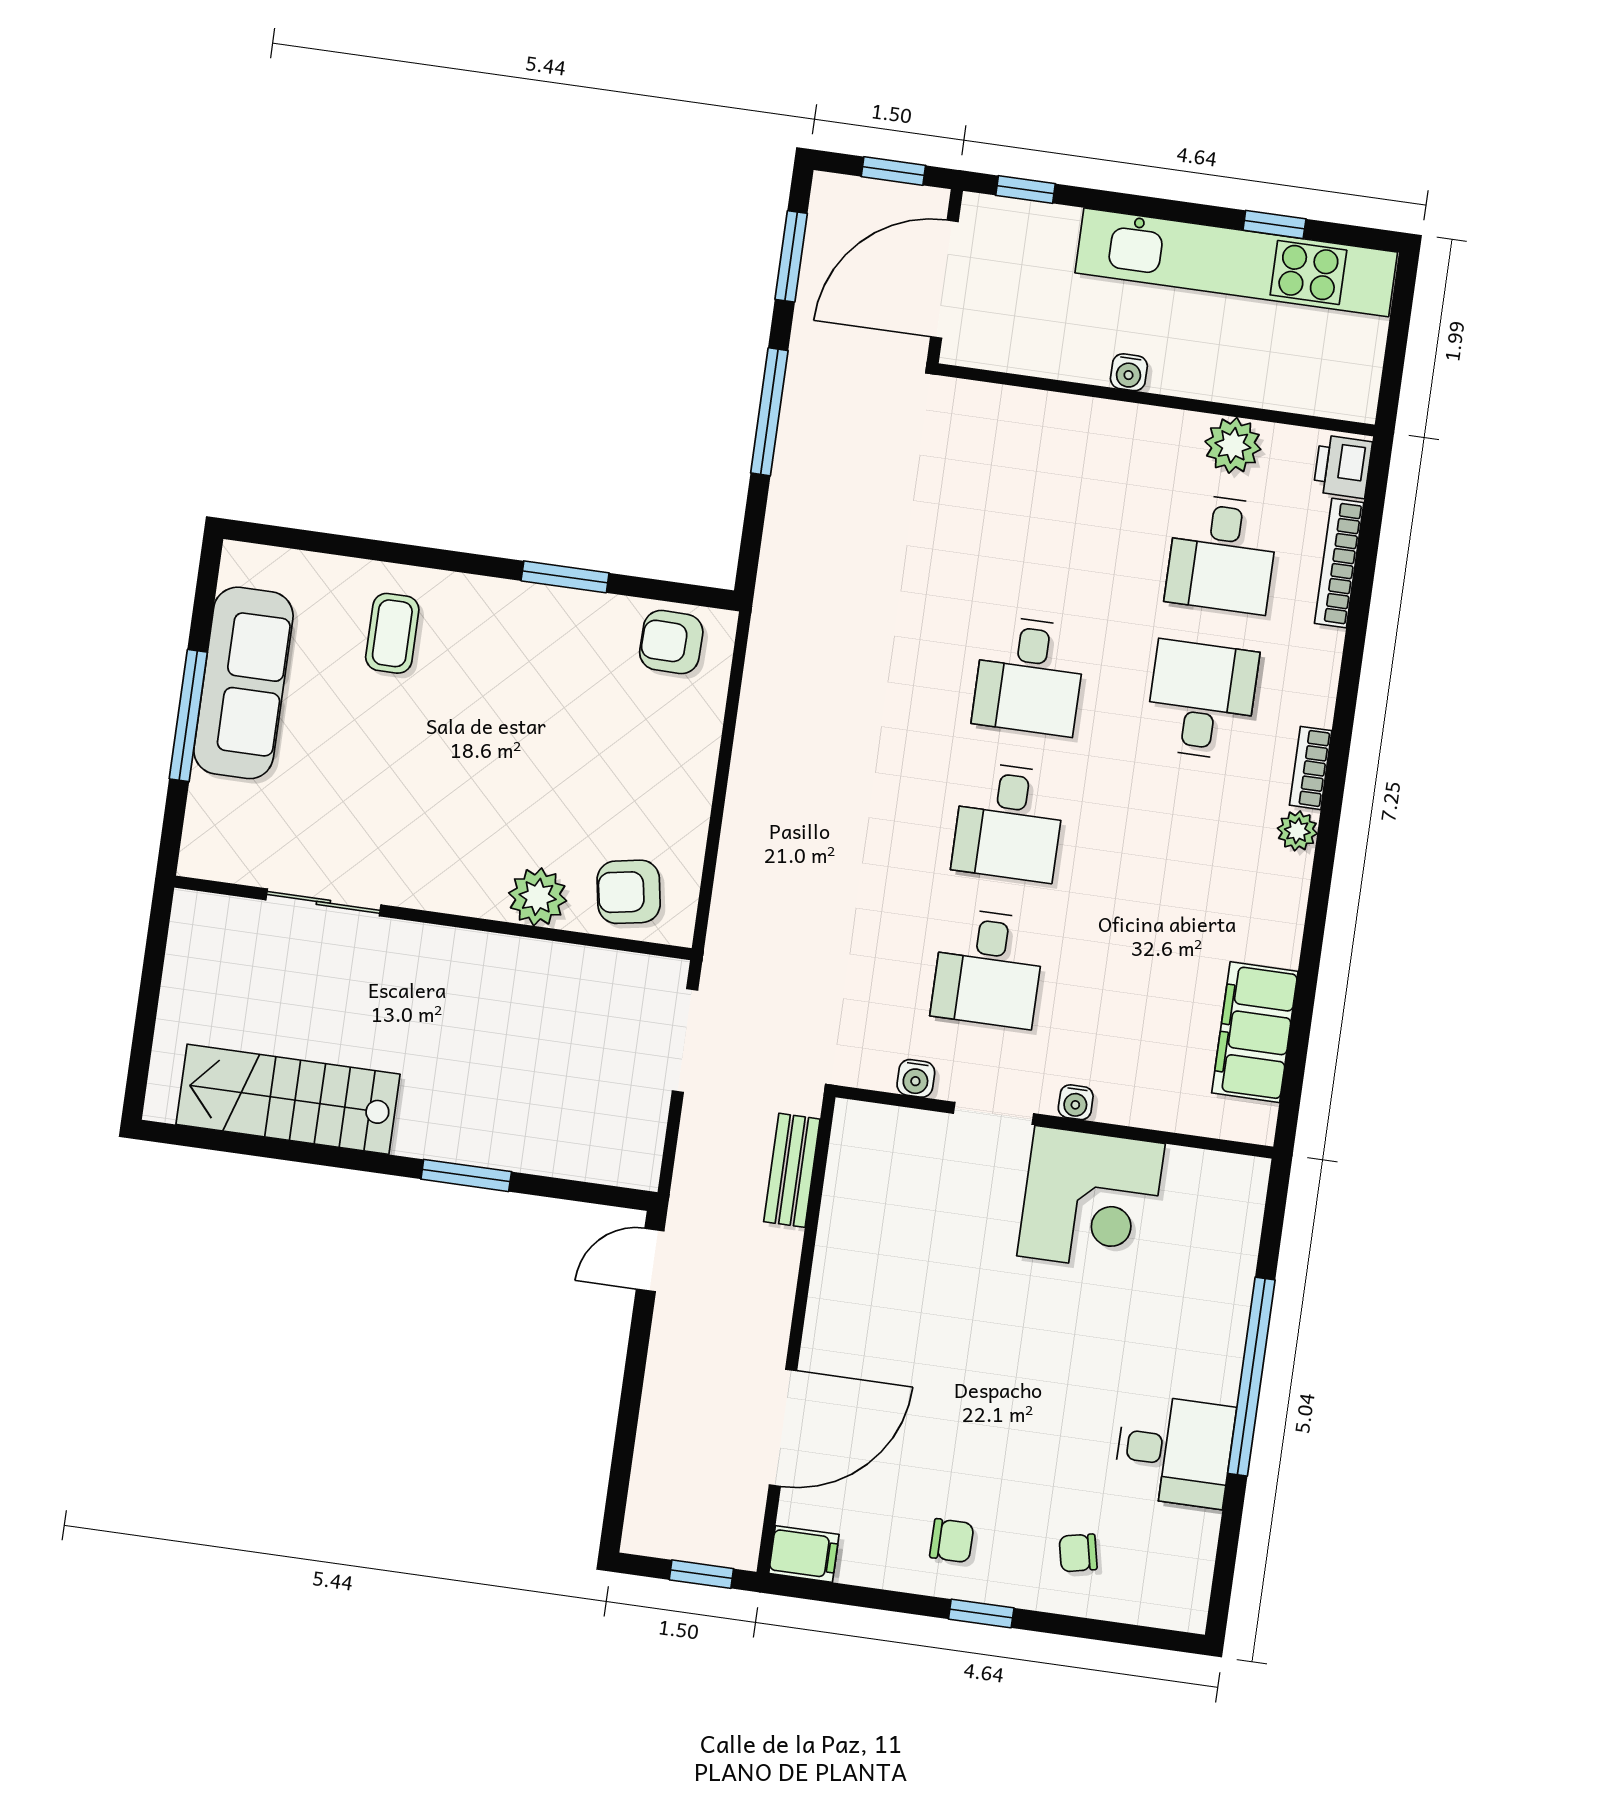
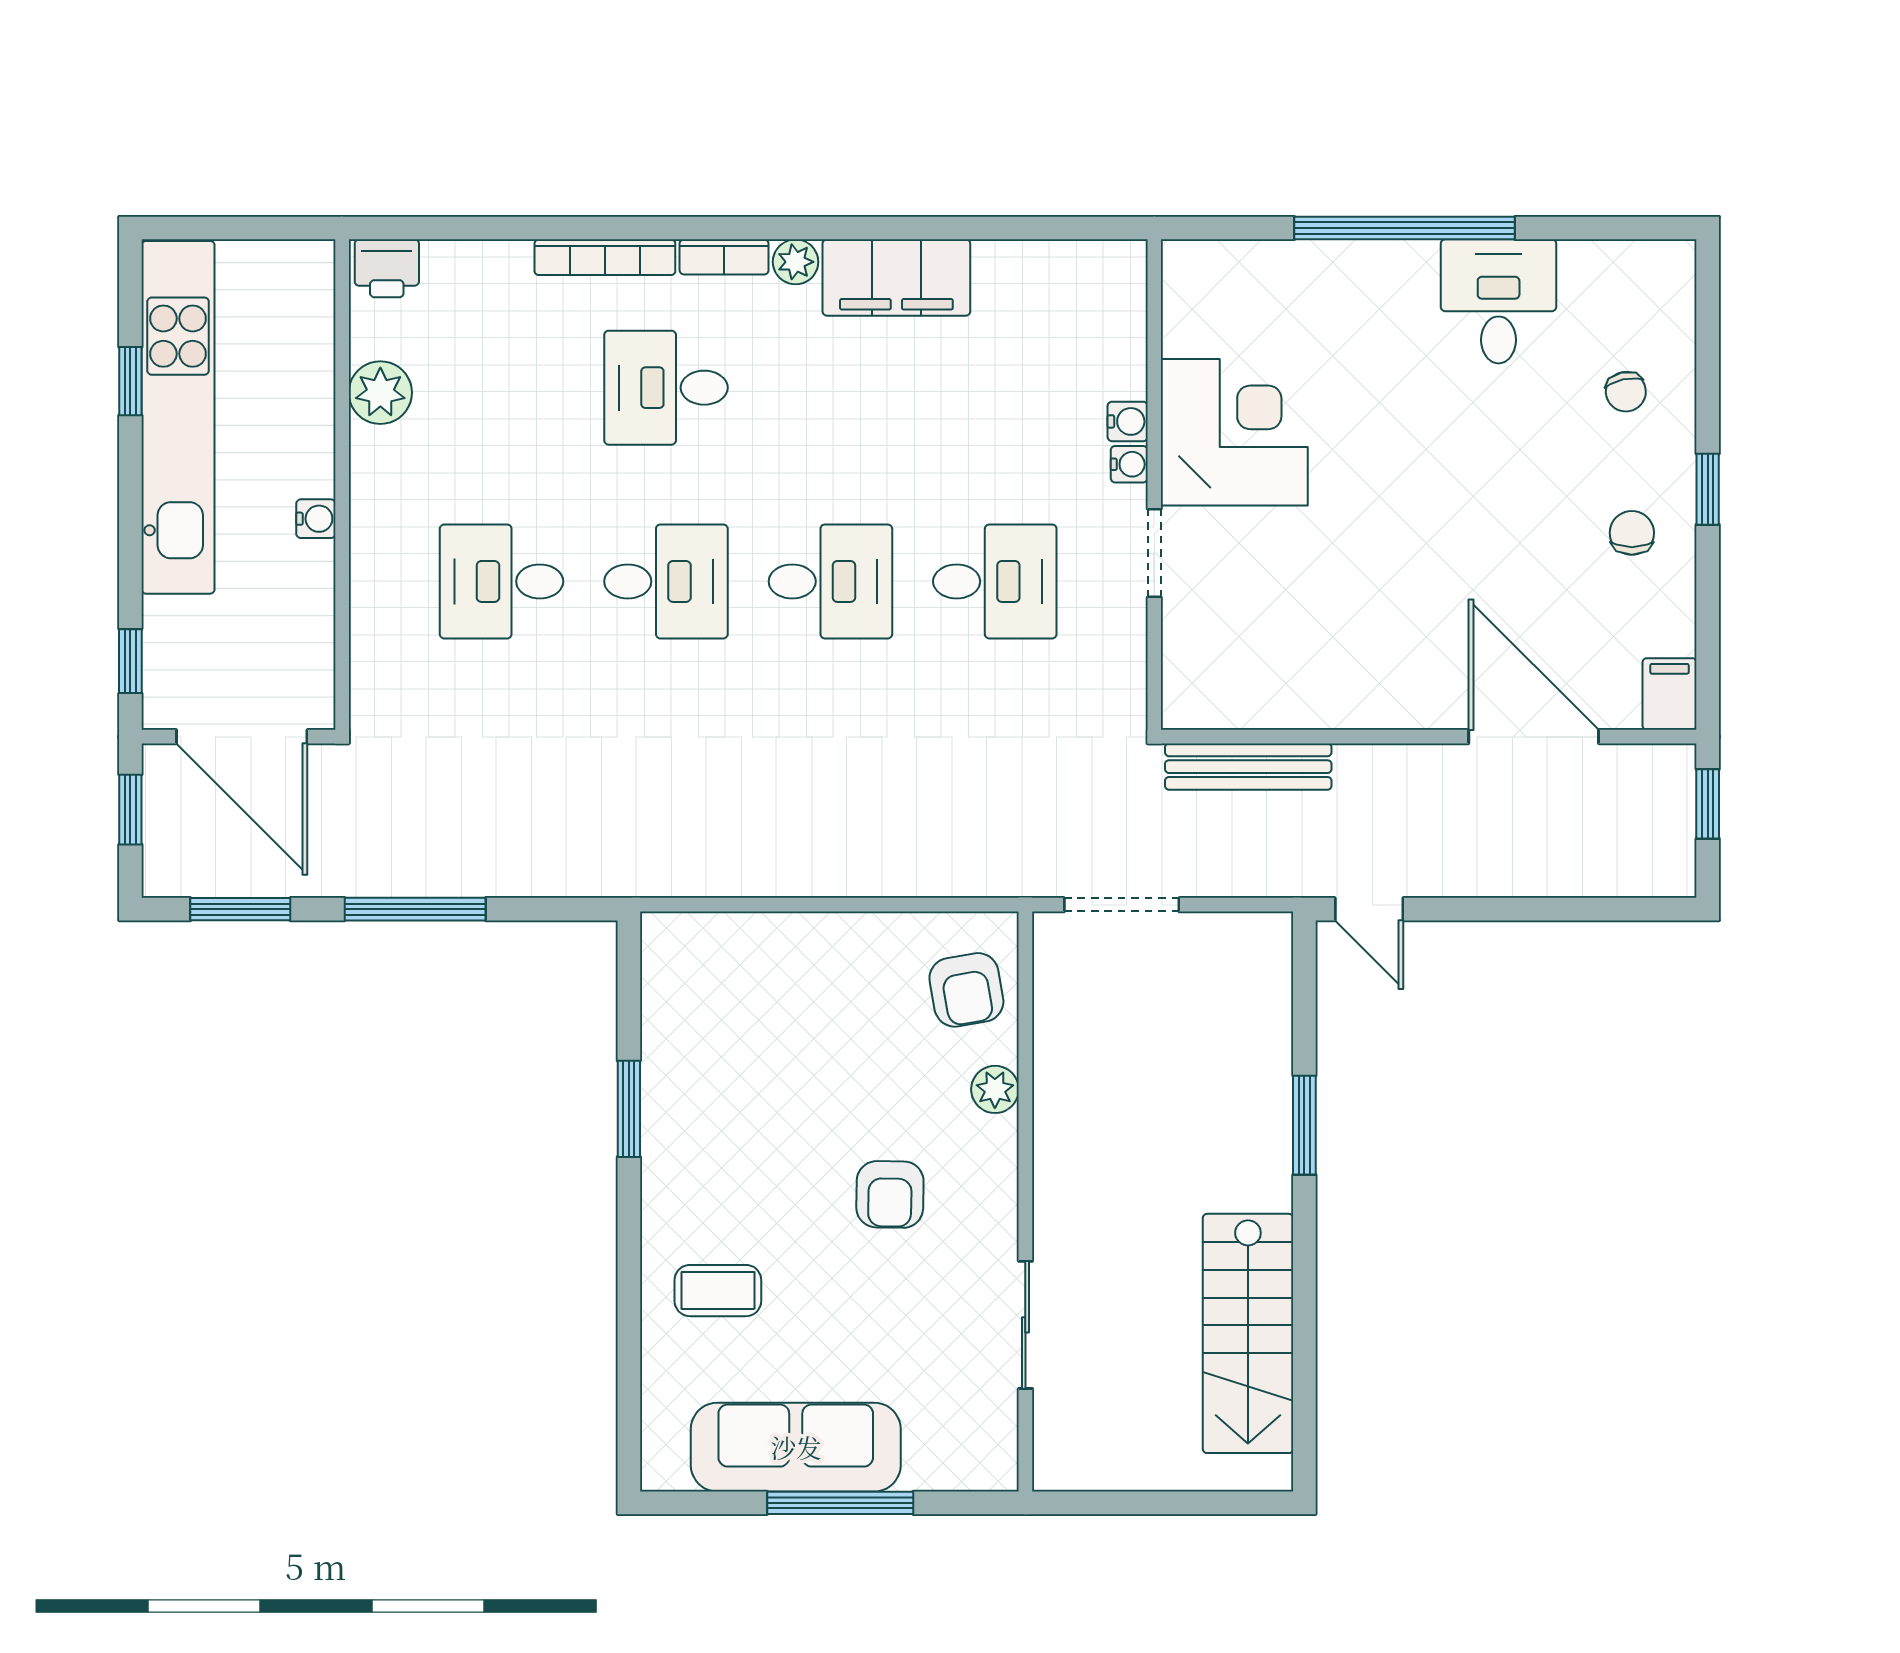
desk: (1222, 554) -> (502, 581), moved, turned 180
bookcase: (1339, 563) -> (605, 257), moved
armchair: (671, 642) -> (890, 1194), moved
plant: (538, 897) -> (995, 1089), width x0.73, depth x0.73
filing cabinet: (1255, 1032) -> (896, 277), moved
water cooler: (916, 1078) -> (1128, 421), moved
bench: (792, 1170) -> (1248, 767), width x1.36

